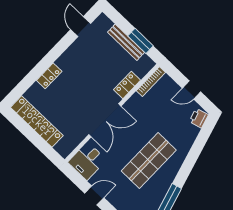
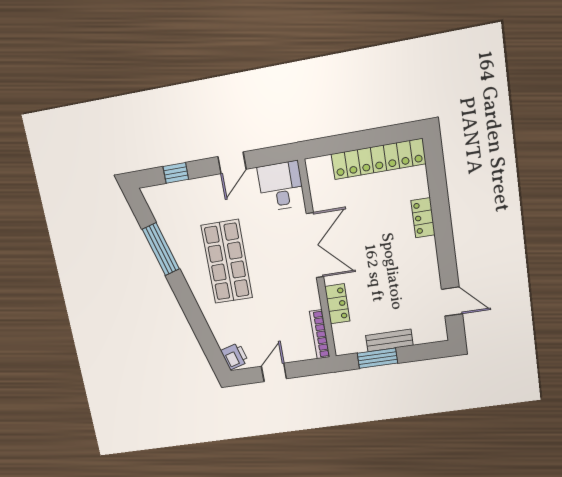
bench: (126, 42) -> (389, 340), width x0.73
double door: (105, 120) -> (315, 245), swing flipped

